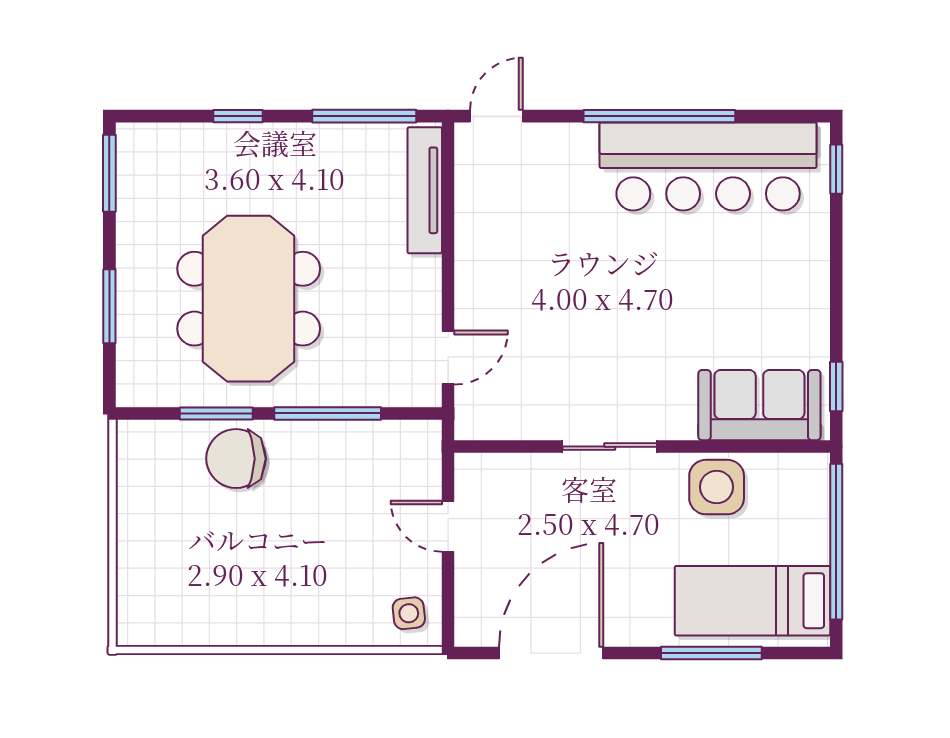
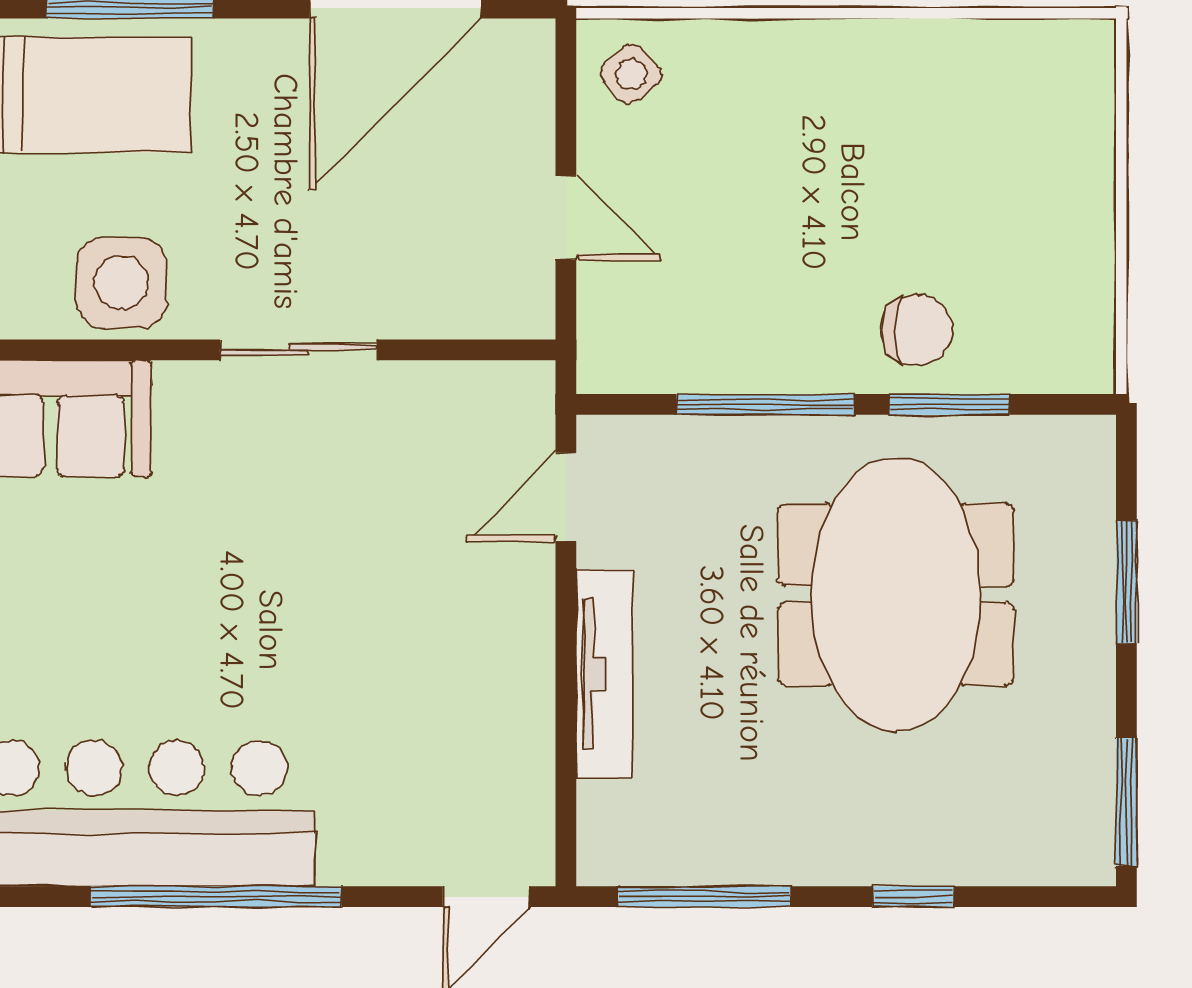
tv unit: (425, 190) -> (604, 674), moved
chair: (236, 459) -> (917, 330), width x0.73, depth x0.73
side table: (409, 613) -> (631, 74), turned -34

